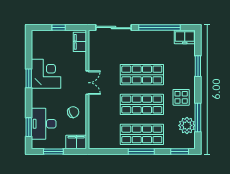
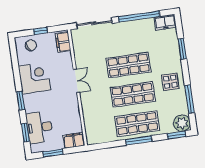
window: (29, 78) -> (21, 101), moved
chair: (73, 112) -> (31, 45), moved
plant: (187, 125) -> (182, 123), moved

